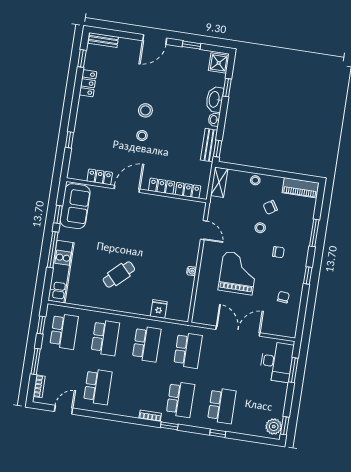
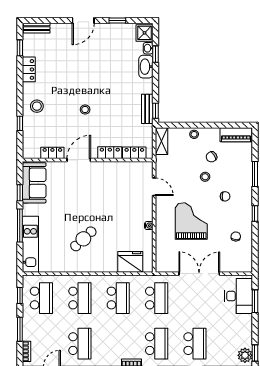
stool: (145, 110) -> (37, 106), moved
washbasin: (214, 120) -> (148, 48), moved
fridge: (159, 309) -> (130, 262), width x1.88, depth x1.34

